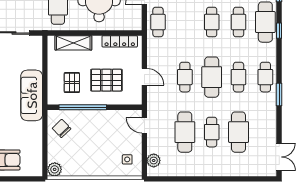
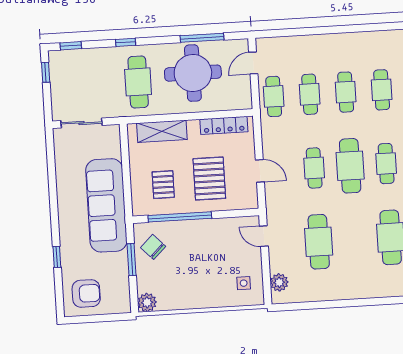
pallet: (106, 80) -> (209, 179), turned 90
sofa: (32, 95) -> (106, 205), width x1.36, depth x1.27
cafe table: (212, 132) -> (310, 94), moved
window: (45, 137) -> (132, 260), added

